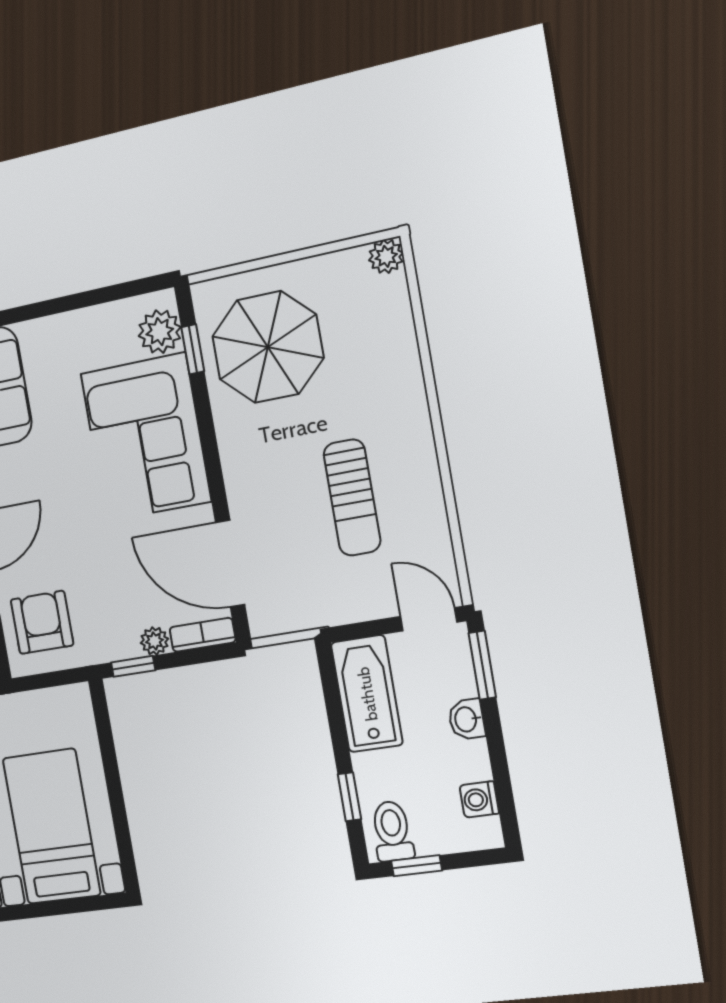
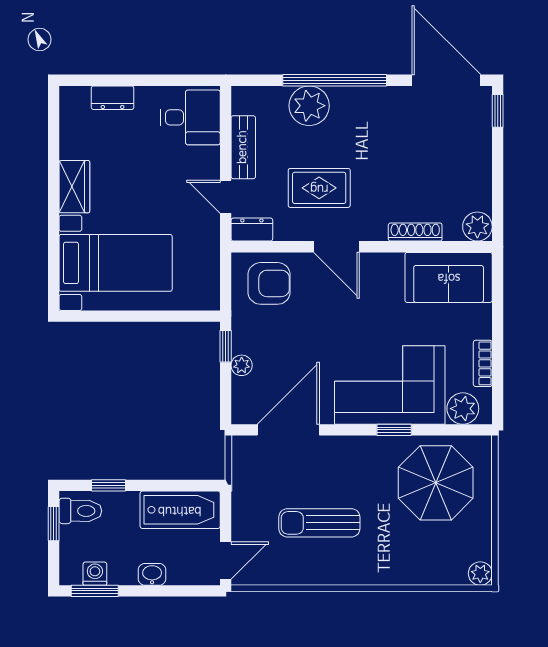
window: (193, 349) -> (394, 430), moved
bookcase: (203, 635) -> (483, 363), moved, turned 180
window: (482, 665) -> (95, 591), moved

